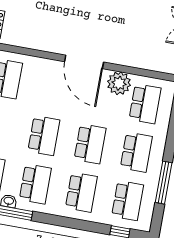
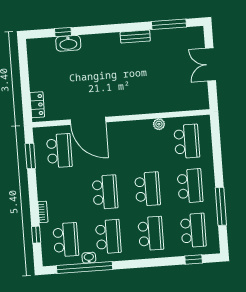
door: (84, 62) -> (88, 121), moved
plant: (119, 83) -> (159, 124), width x0.53, depth x0.53

